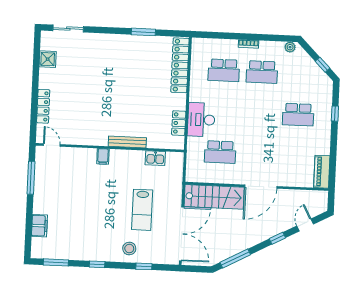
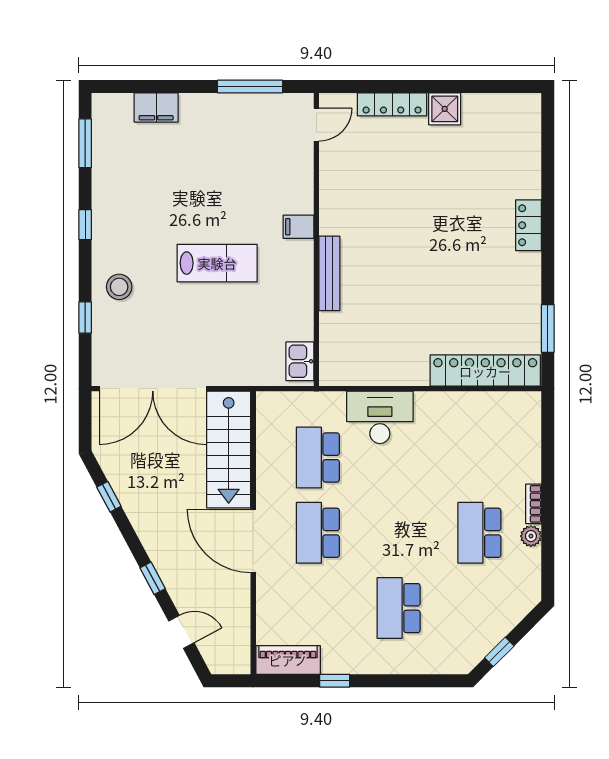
sliding door: (68, 29) -> (548, 147), removed
window: (143, 32) -> (548, 328), moved
plant: (290, 47) -> (531, 536), moved
shower: (48, 59) -> (445, 109), moved
school desk: (224, 70) -> (318, 533), moved
window: (335, 114) -> (335, 681), moved
locker: (179, 123) -> (529, 225), moved, turned -90
kitchen sink: (155, 158) -> (300, 361), moved
lab bench: (142, 210) -> (217, 263), moved, turned 180
window: (235, 258) -> (109, 497), width x0.46

